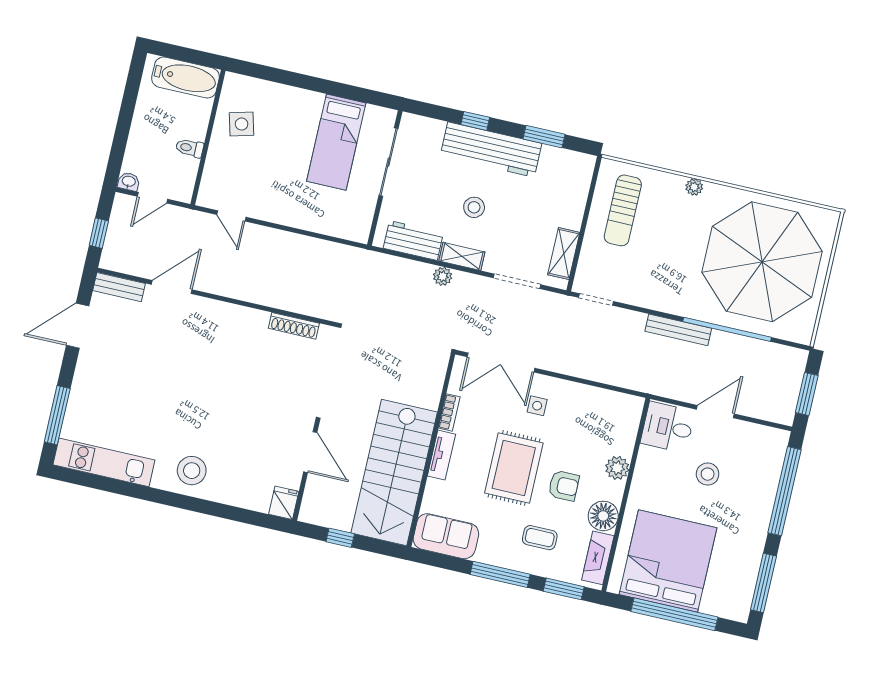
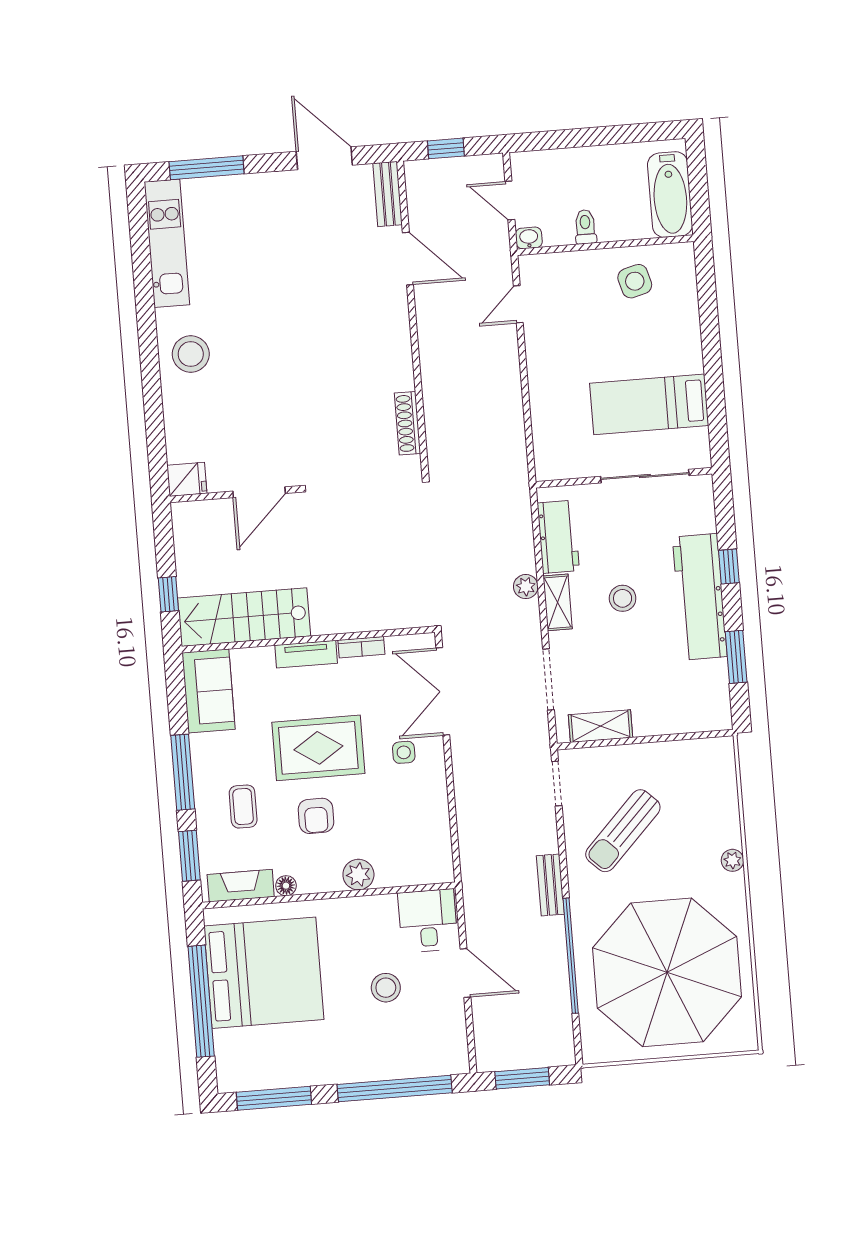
washbasin: (129, 182) -> (529, 238), moved, turned -90
sun lounger: (623, 210) -> (623, 831), moved, turned -46
bench: (678, 330) -> (550, 885), width x0.73
stairs: (394, 473) -> (244, 617), width x0.73, depth x0.66
floor lamp: (603, 516) -> (286, 886), width x0.53, depth x0.53
window: (340, 538) -> (168, 594), moved

